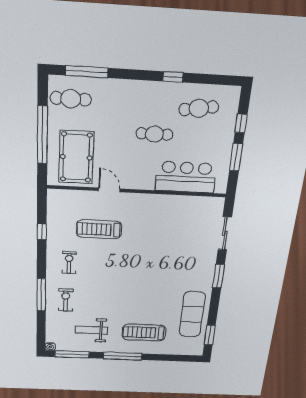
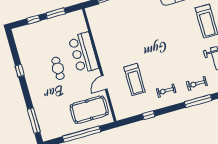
cafe table: (71, 99) -> (53, 124), removed
cafe table: (199, 108) -> (33, 48), removed
bar counter: (186, 177) -> (83, 53), moved

